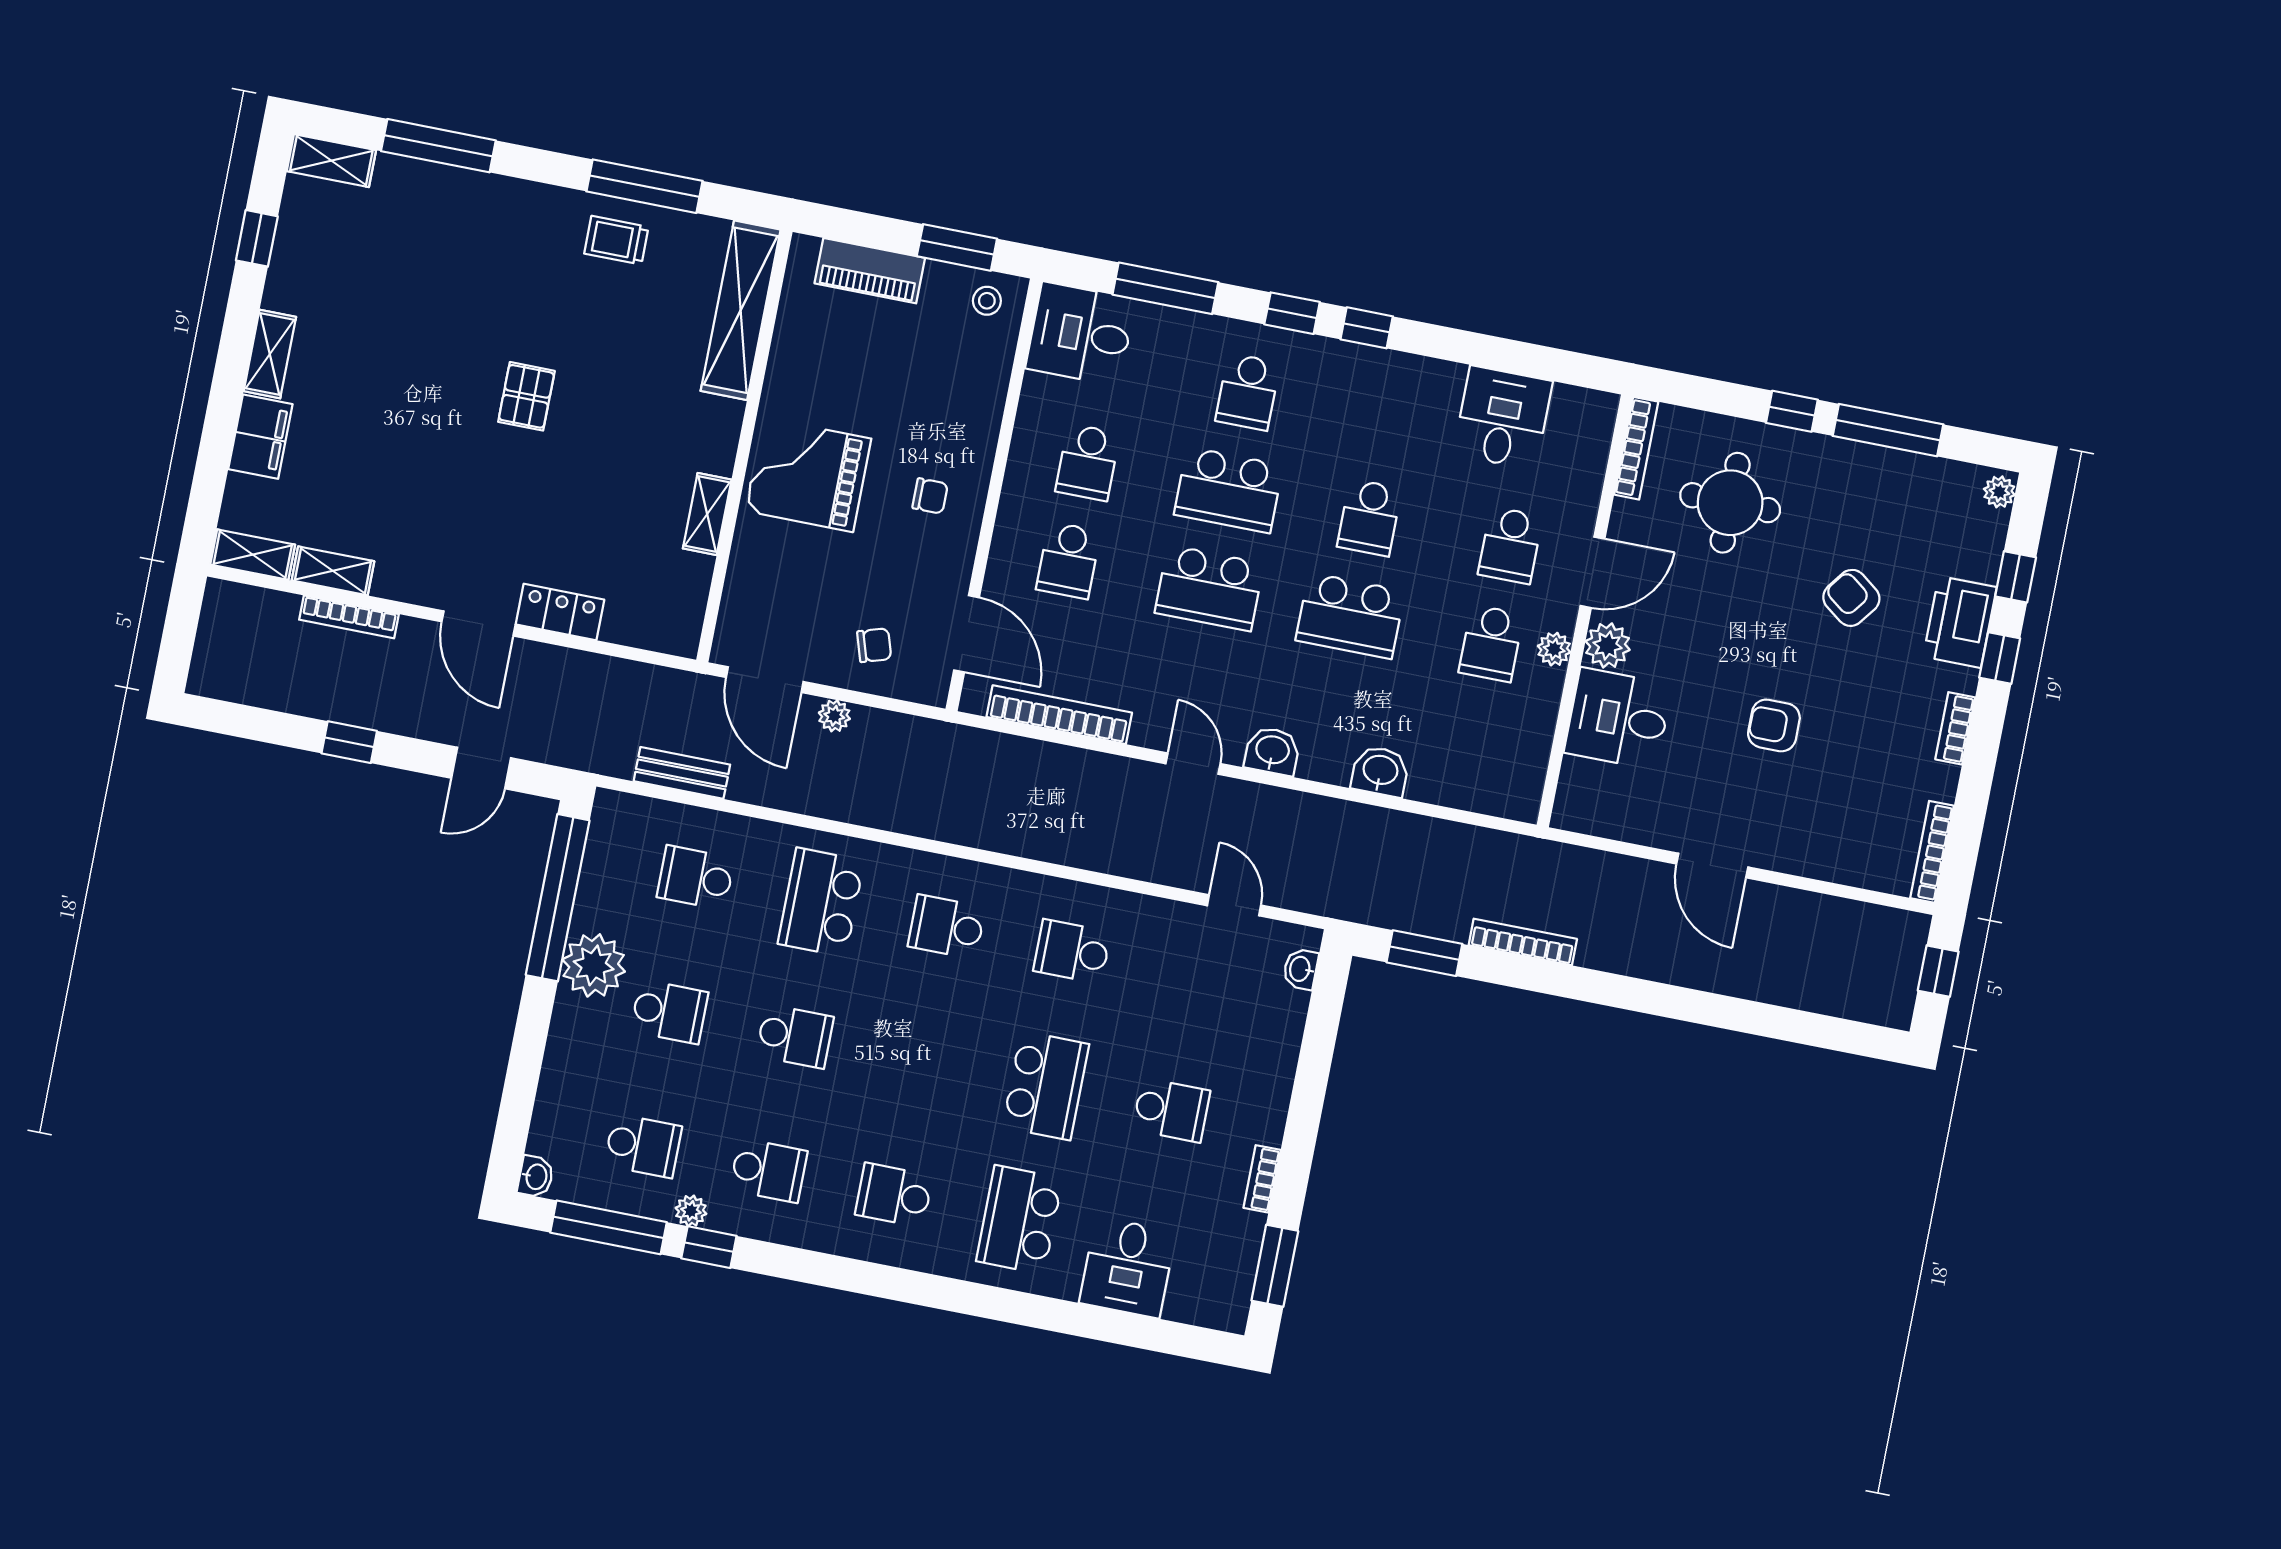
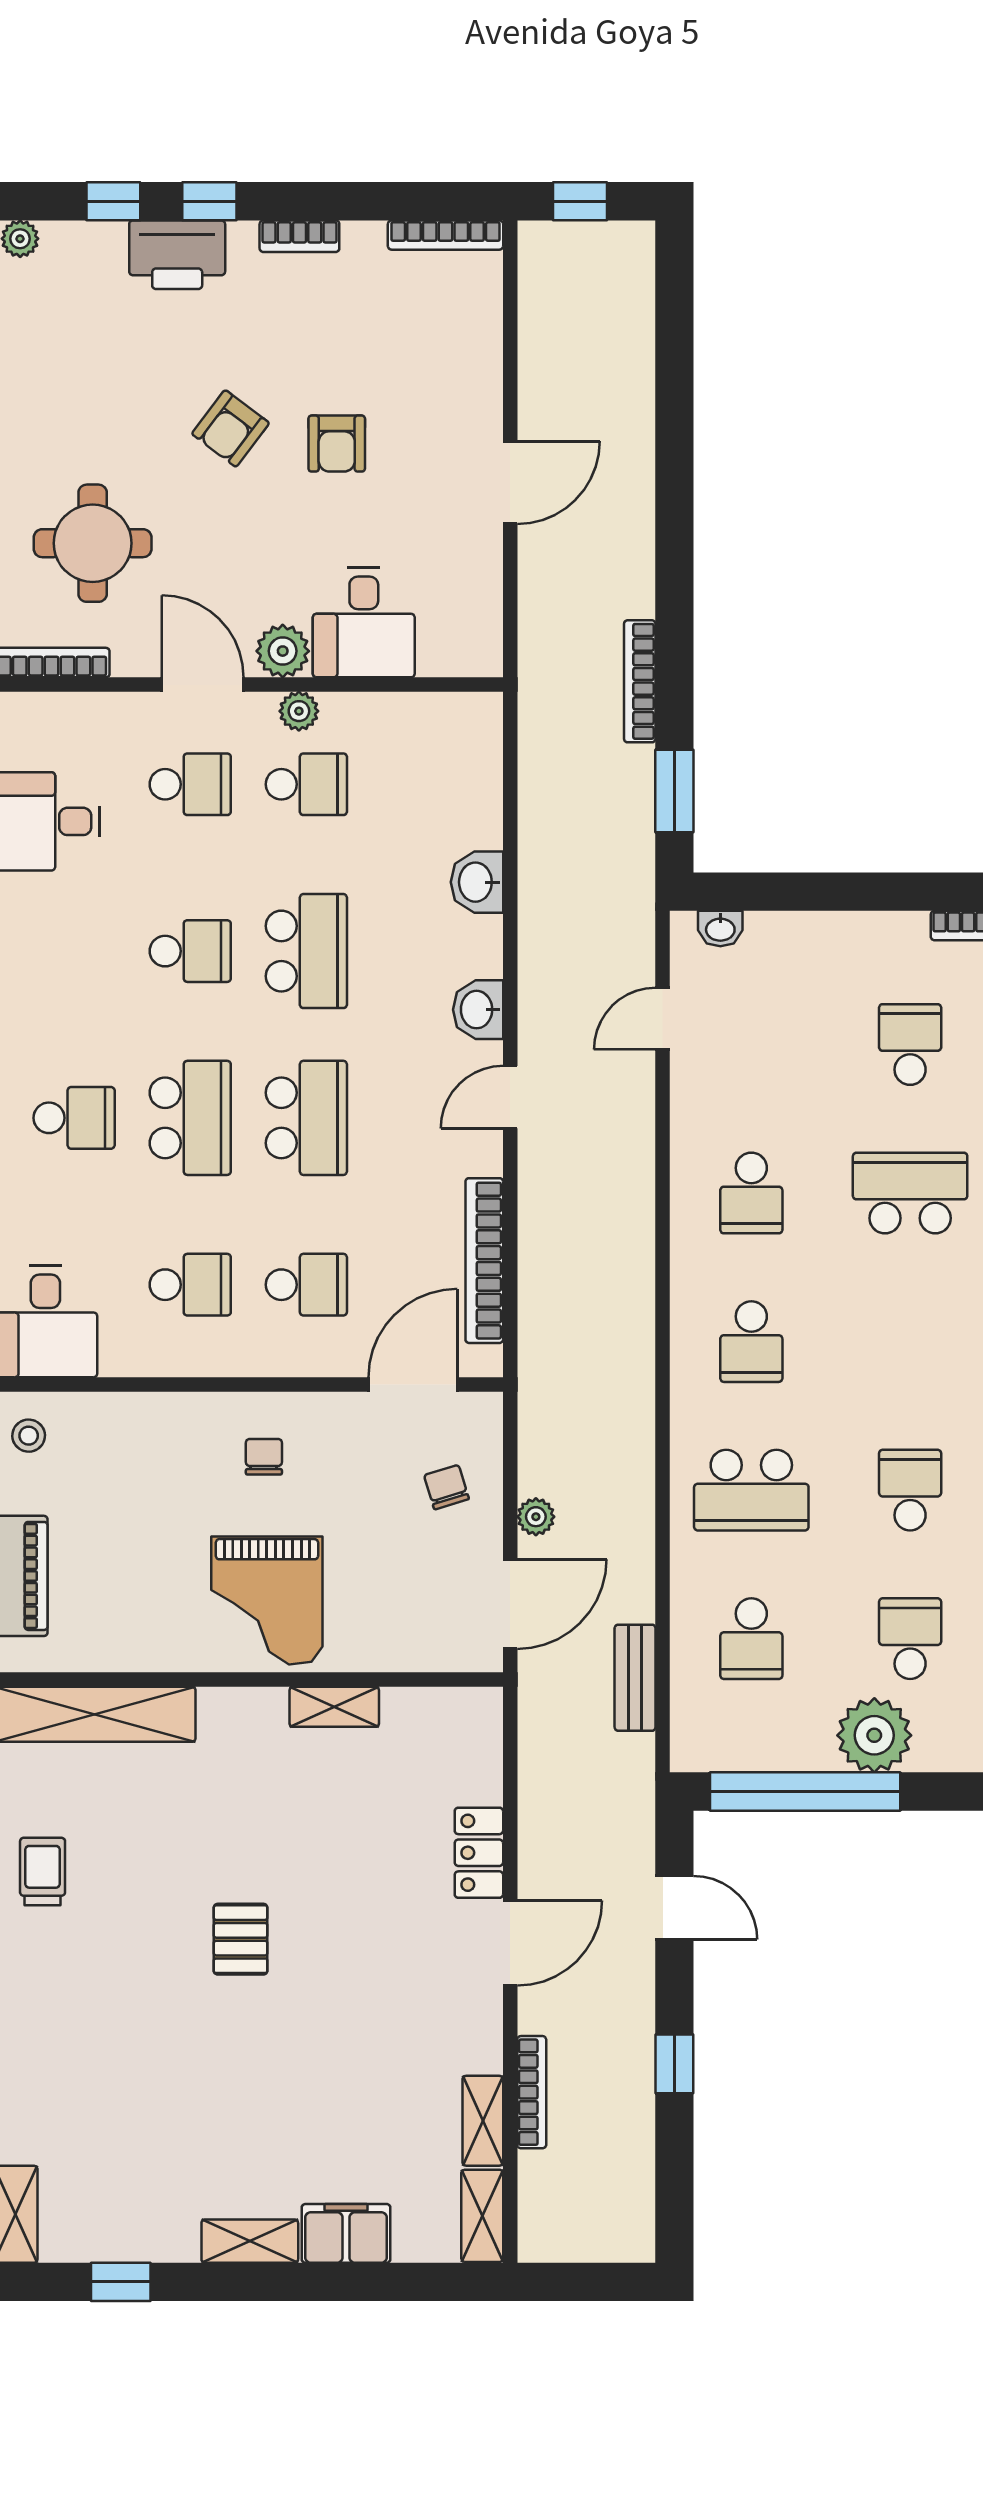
trolley: (616, 240) -> (43, 1872), turned 180
pallet: (526, 396) -> (241, 1939), turned 90
armchair: (1851, 598) -> (230, 428), moved

